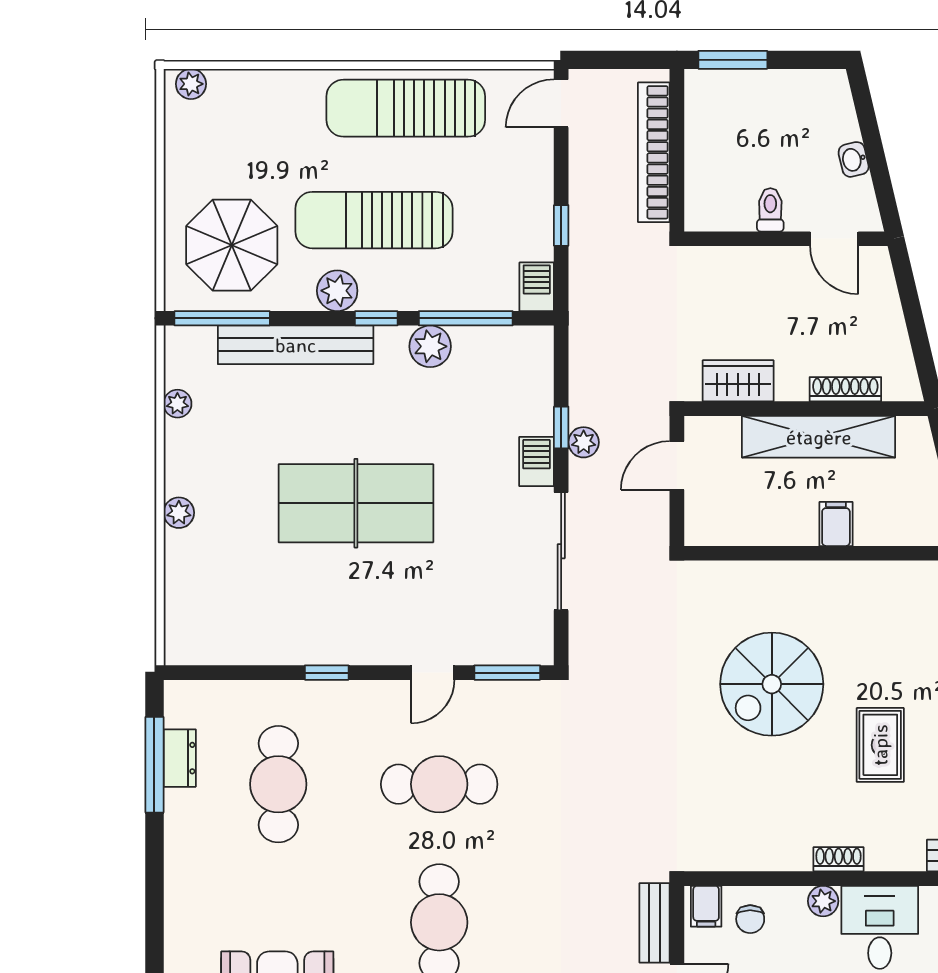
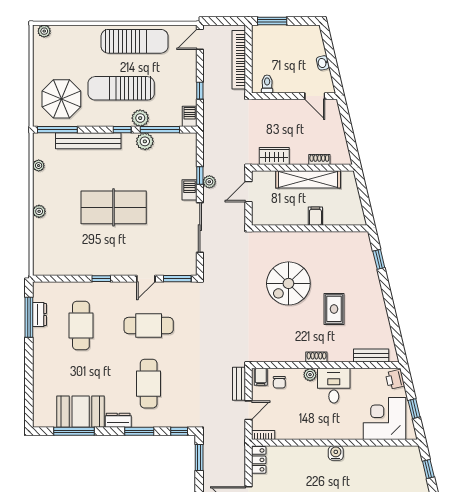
sun lounger: (406, 108) -> (135, 41), turned 180
toilet: (770, 210) -> (267, 84), moved
plant: (337, 291) -> (140, 118), moved
shoe rack: (845, 389) -> (319, 159), width x0.70

